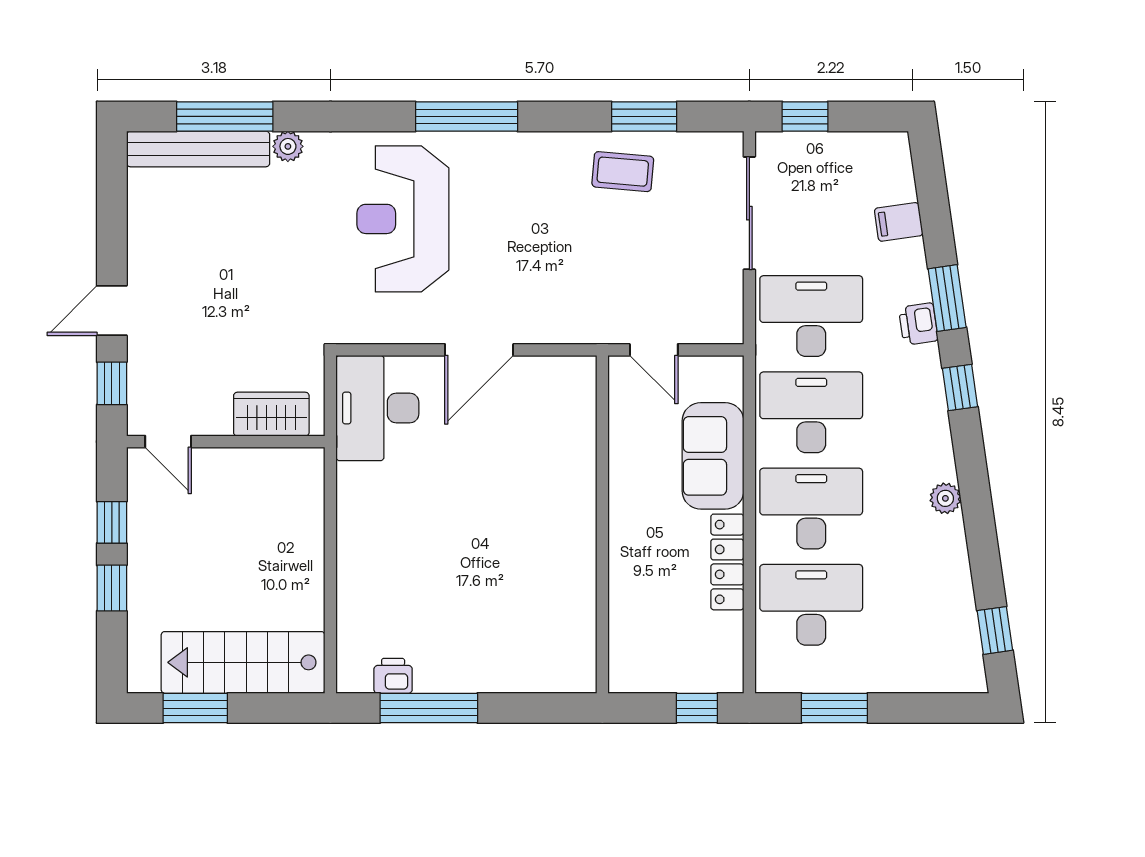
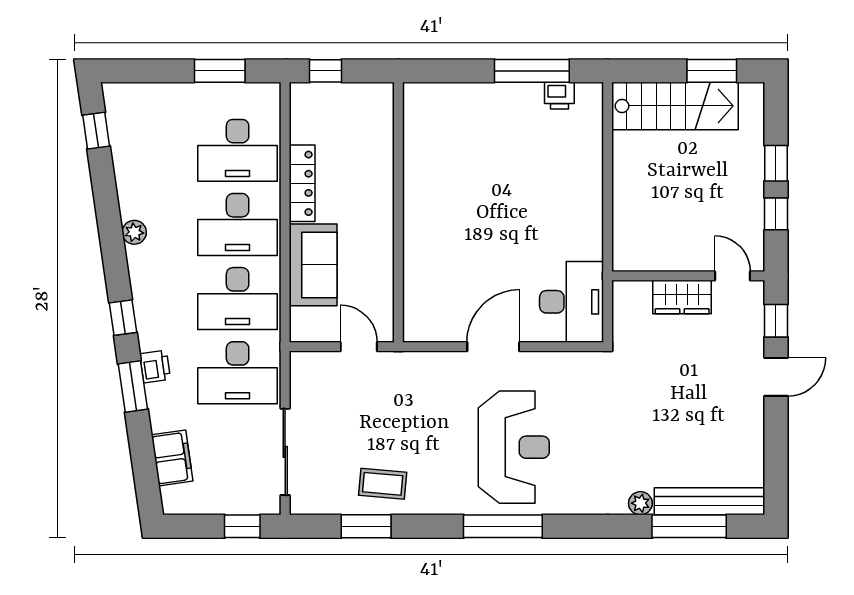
reception desk: (403, 219) -> (514, 447), moved
filing cabinet: (899, 222) -> (172, 458), width x2.00
wardrobe: (271, 414) -> (682, 297), moved

